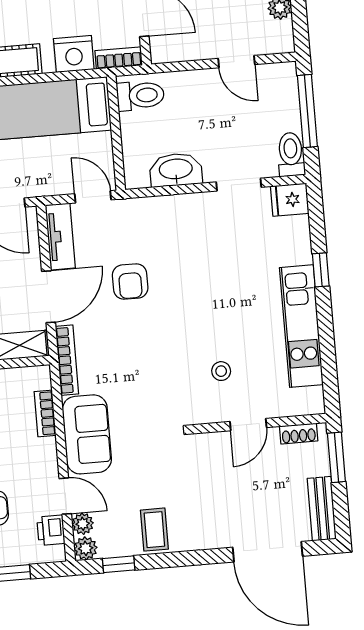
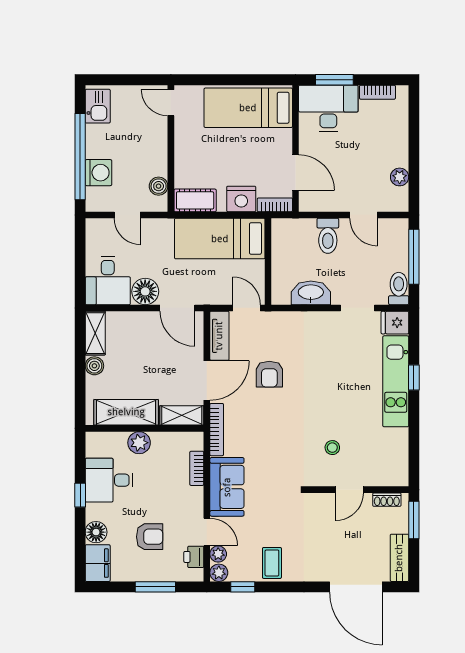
toilet: (140, 96) -> (328, 236), moved, turned 90
kitchen unit: (301, 326) -> (396, 381), moved

